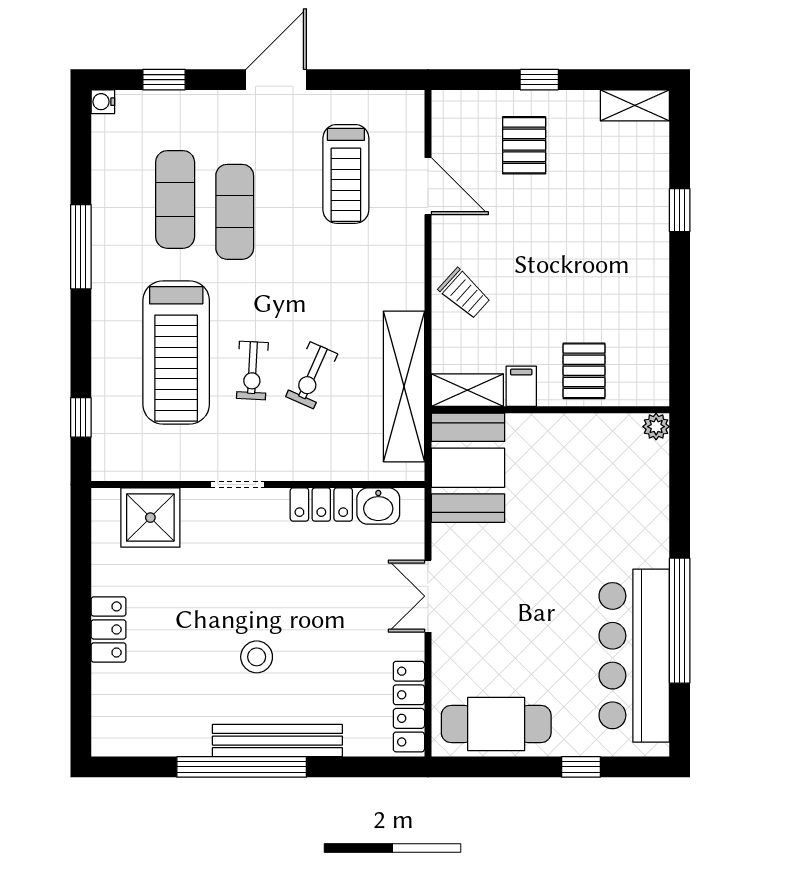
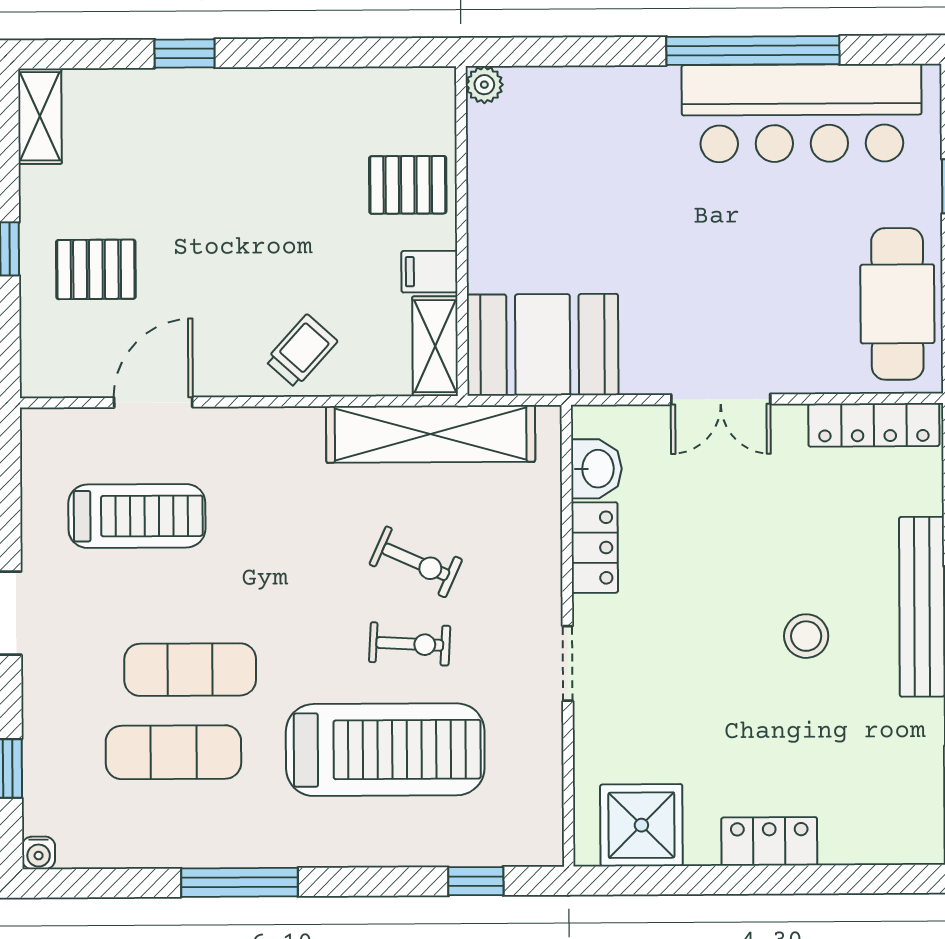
shower: (150, 518) -> (641, 825), moved

